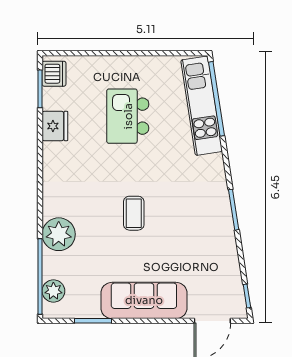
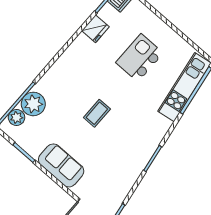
plant: (59, 234) -> (33, 104), moved
sofa: (144, 300) -> (61, 165), width x0.73

